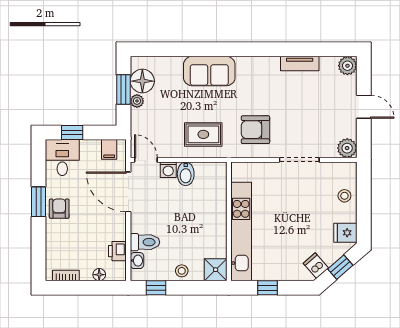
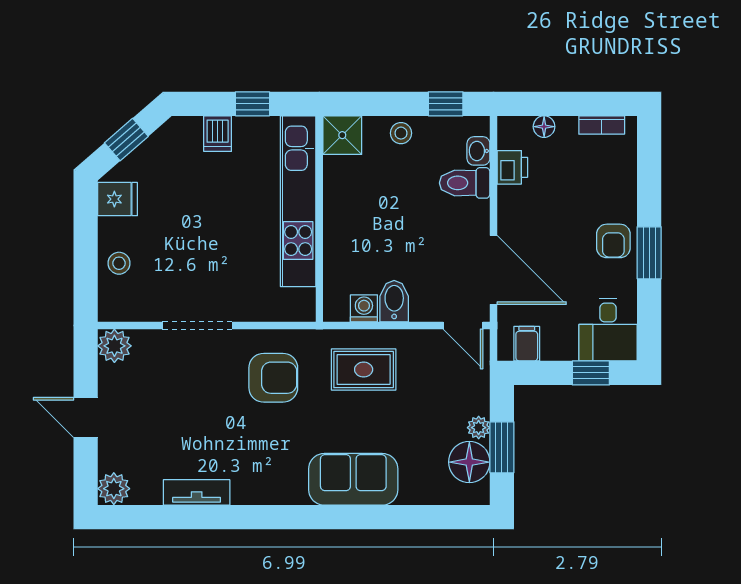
washing machine: (168, 170) -> (364, 308), moved
dishwasher: (316, 266) -> (218, 134), moved, turned 41

